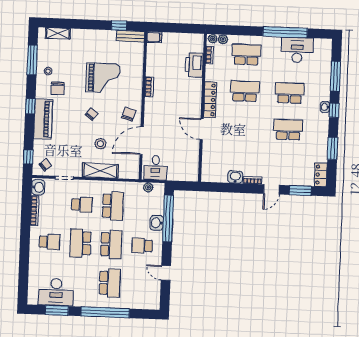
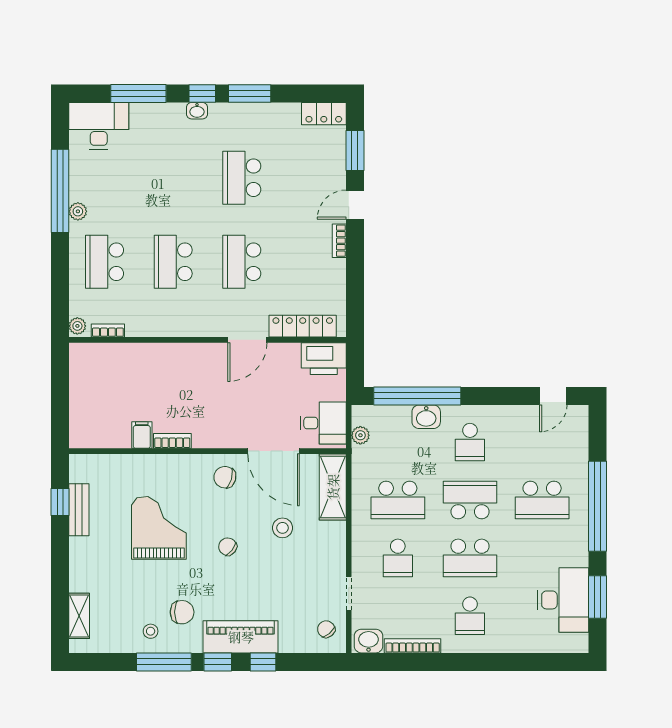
bench: (130, 36) -> (79, 510), moved
filing cabinet: (154, 37) -> (142, 435), moved
plant: (223, 39) -> (78, 211), moved
desk: (297, 50) -> (99, 126), moved, turned 90
window: (32, 60) -> (164, 662), moved
printer: (194, 65) -> (324, 359), moved
school desk: (290, 93) -> (242, 262), moved
locker: (210, 100) -> (303, 326), moved
window: (333, 148) -> (250, 93), moved
window: (28, 157) -> (263, 662), moved
shelving: (100, 171) -> (333, 487), moved
washbasin: (235, 177) -> (334, 273), removed
door: (271, 189) -> (355, 205), swing flipped
school desk: (82, 205) -> (398, 558), turned 180
school desk: (113, 206) -> (398, 500), turned 180
school desk: (49, 242) -> (470, 616), turned 180
door: (166, 273) -> (553, 396), moved
school desk: (110, 283) -> (542, 500), turned 180

